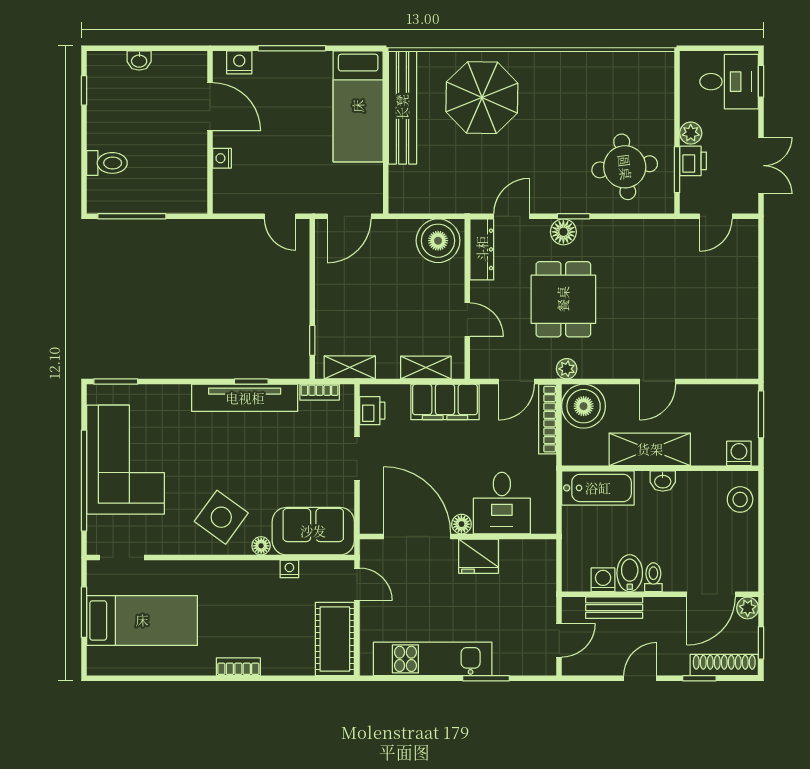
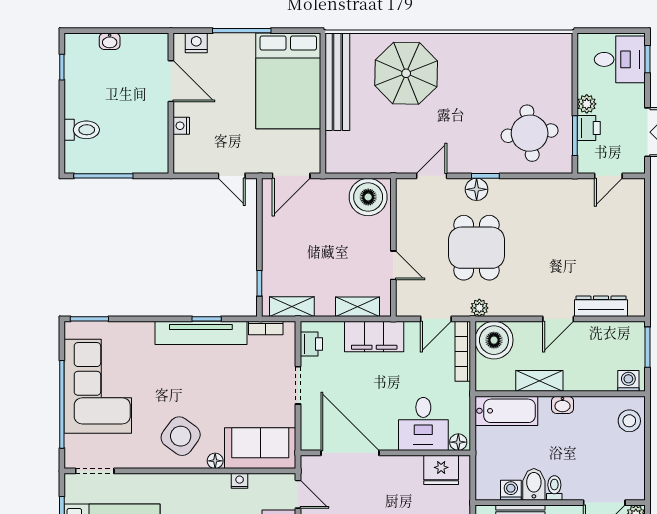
bed: (358, 106) -> (288, 81), width x1.50
dresser: (482, 249) -> (601, 306), moved, turned -90
shelving: (650, 449) -> (539, 381), width x0.67, depth x0.75
floor lamp: (461, 524) -> (458, 442), moved
fridge: (478, 556) -> (441, 470), moved

